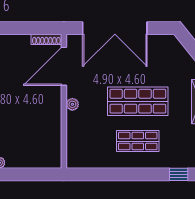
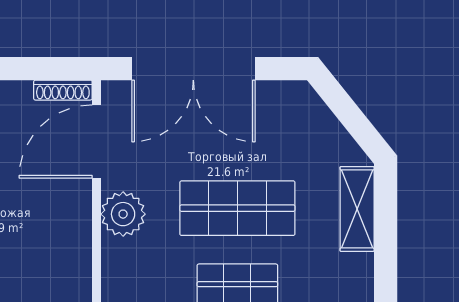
plant: (72, 104) -> (123, 214), width x1.87, depth x1.87

